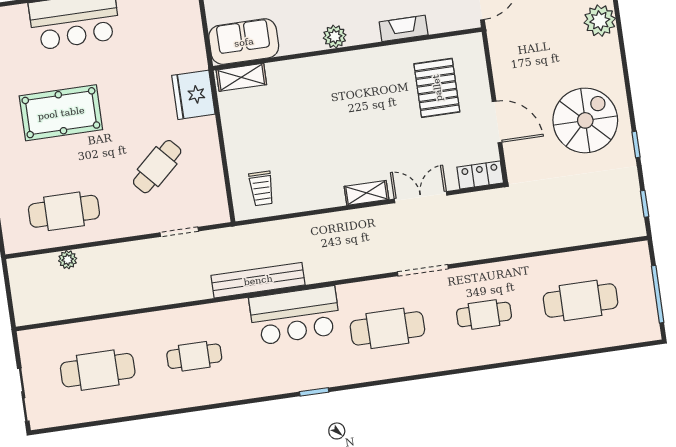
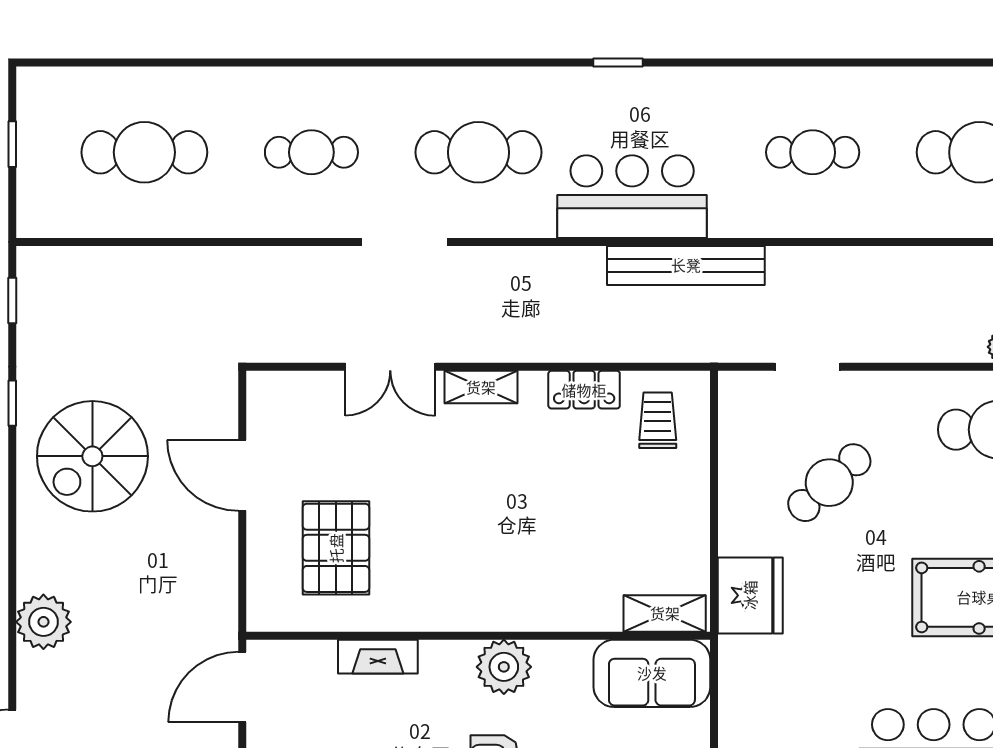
plant: (335, 37) -> (504, 667), width x1.36, depth x1.36
locker: (480, 175) -> (584, 390), moved
window: (658, 294) -> (12, 144), width x0.46

